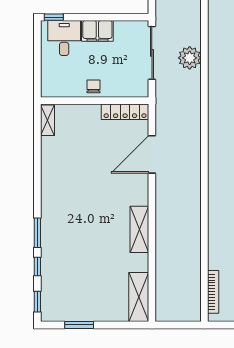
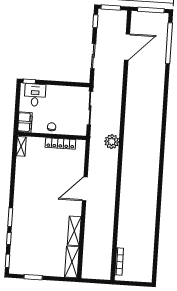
filing cabinet: (97, 31) -> (25, 122), moved, turned -90
plant: (190, 58) -> (112, 142), moved
locker: (125, 112) -> (60, 143), moved
door: (152, 154) -> (85, 189), moved
shelving: (139, 229) -> (74, 231), moved

